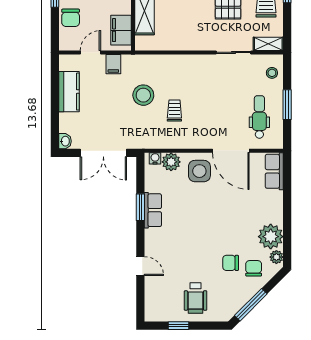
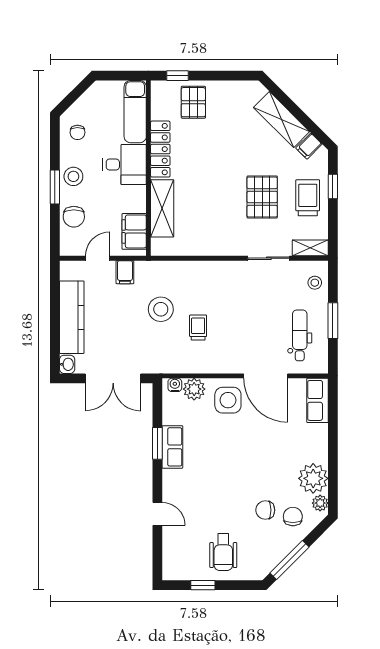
kitchen counter: (69, 92) -> (72, 317), width x1.50

